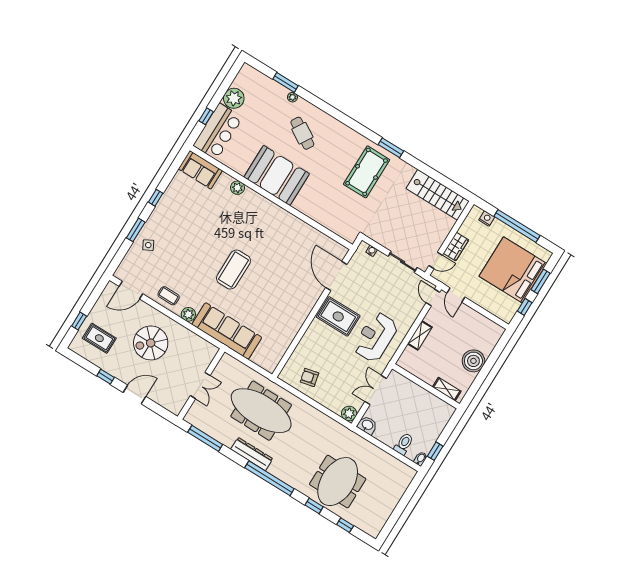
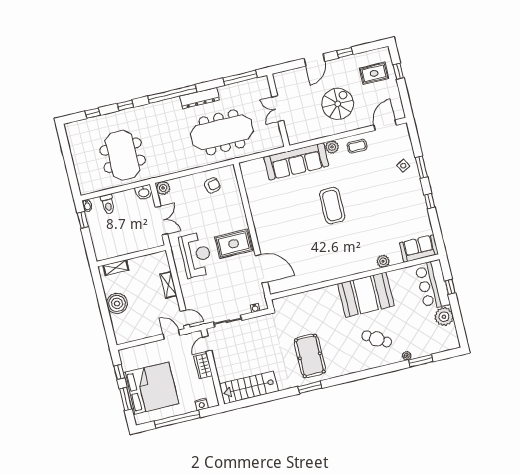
meeting table: (338, 482) -> (123, 155), moved

